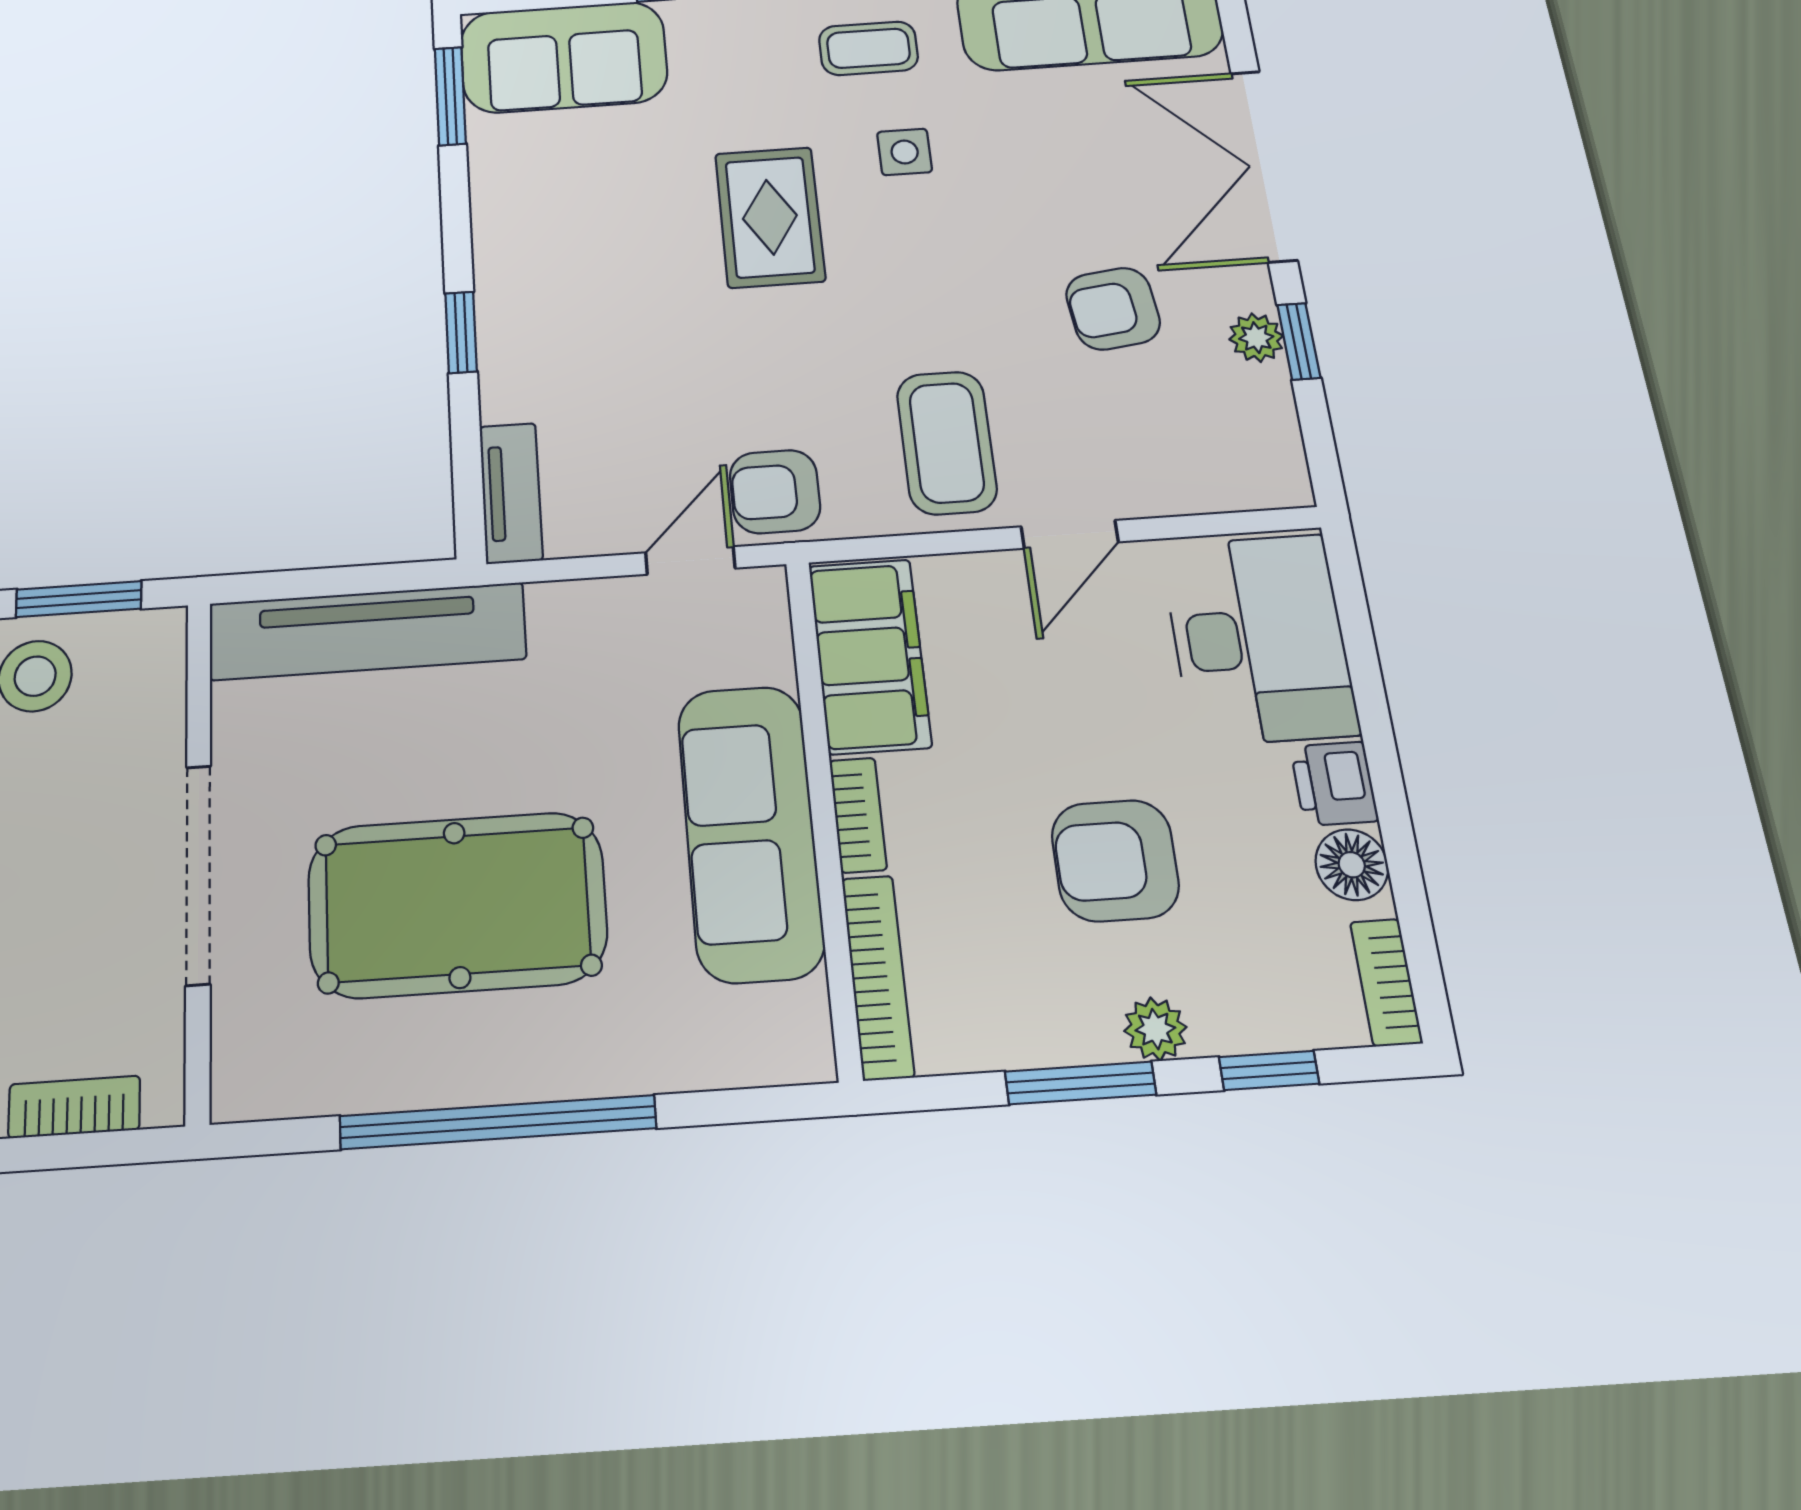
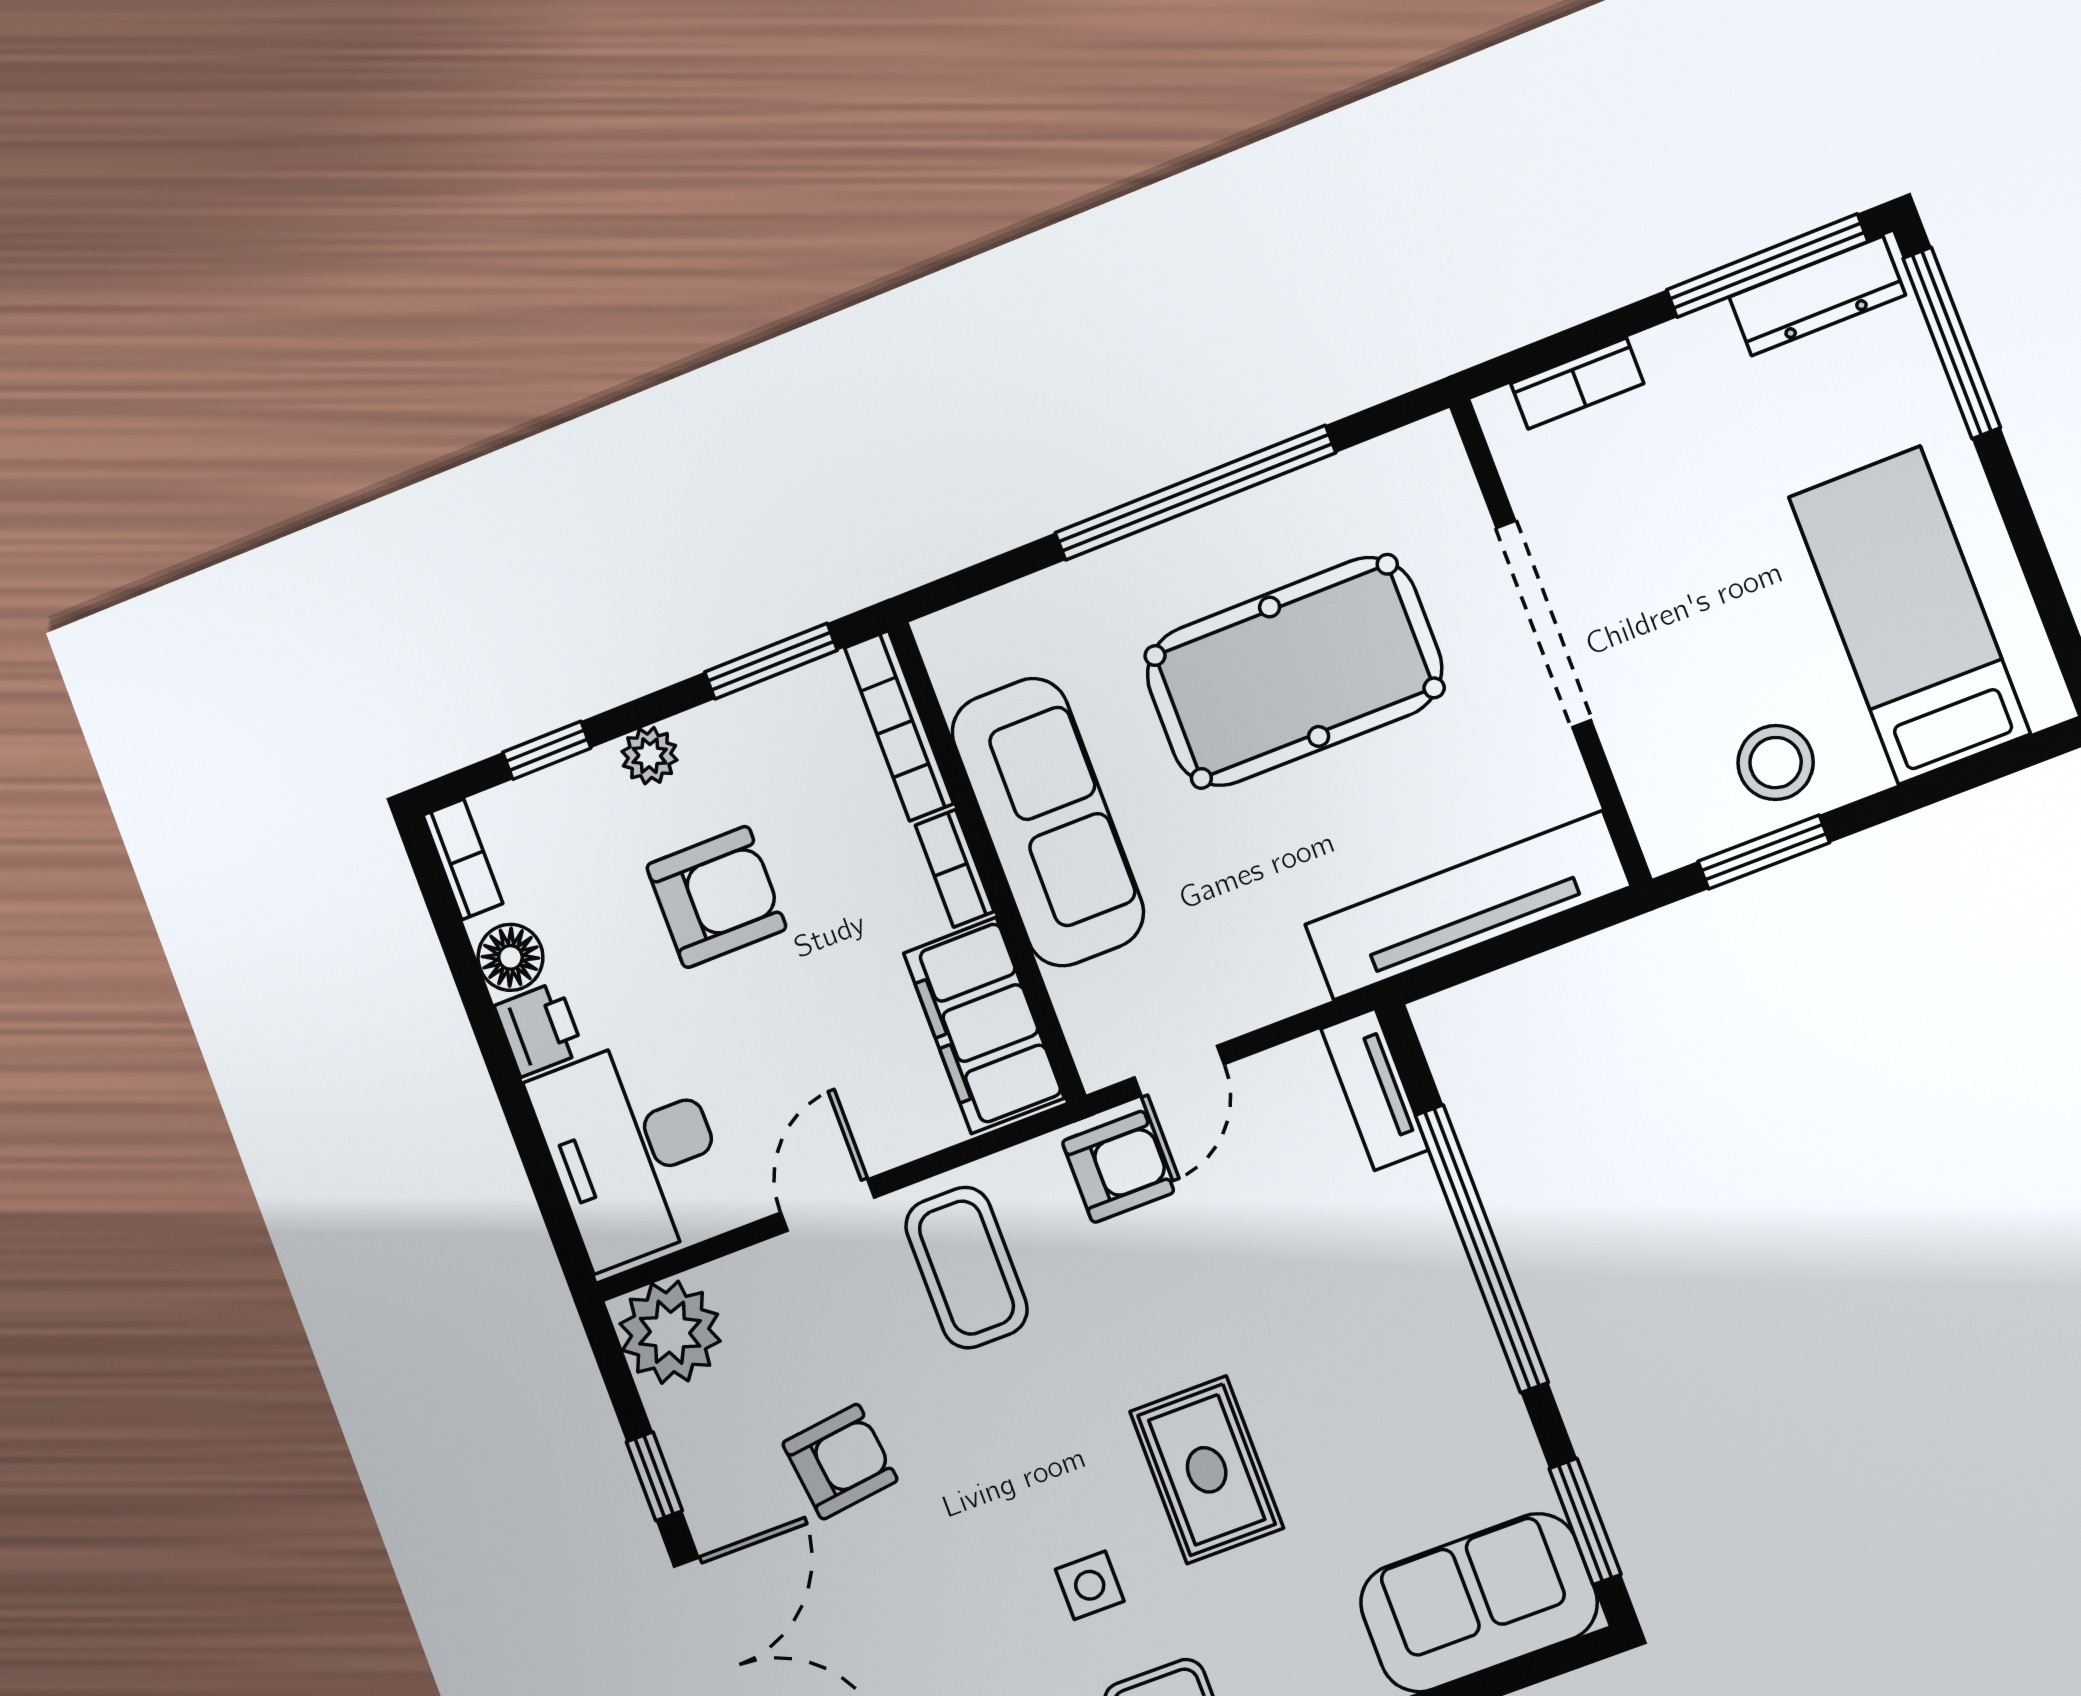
window: (461, 332) -> (1482, 1249), width x3.17
plant: (1256, 338) -> (670, 1332), moved, width x1.87, depth x1.87
window: (1080, 1083) -> (771, 661), moved

